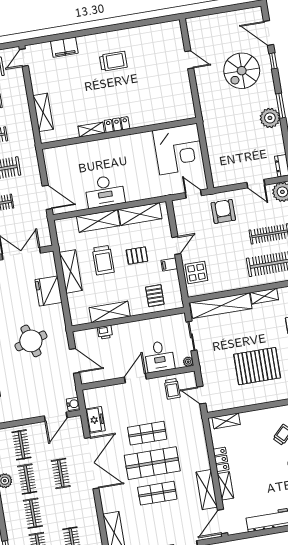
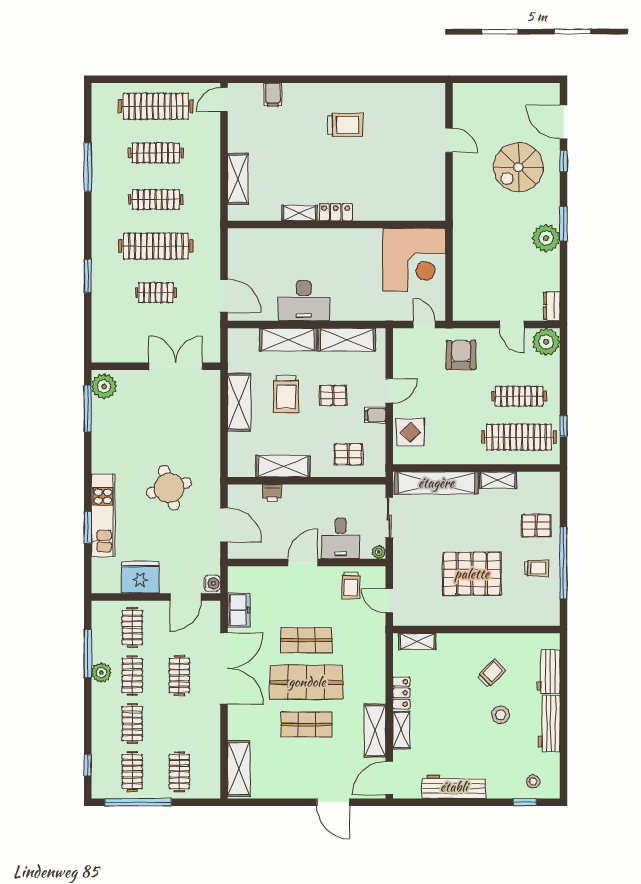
filing cabinet: (64, 47) -> (273, 95), width x0.50
fridge: (49, 291) -> (140, 577), moved, turned 90
pallet: (155, 296) -> (348, 454), turned 90

